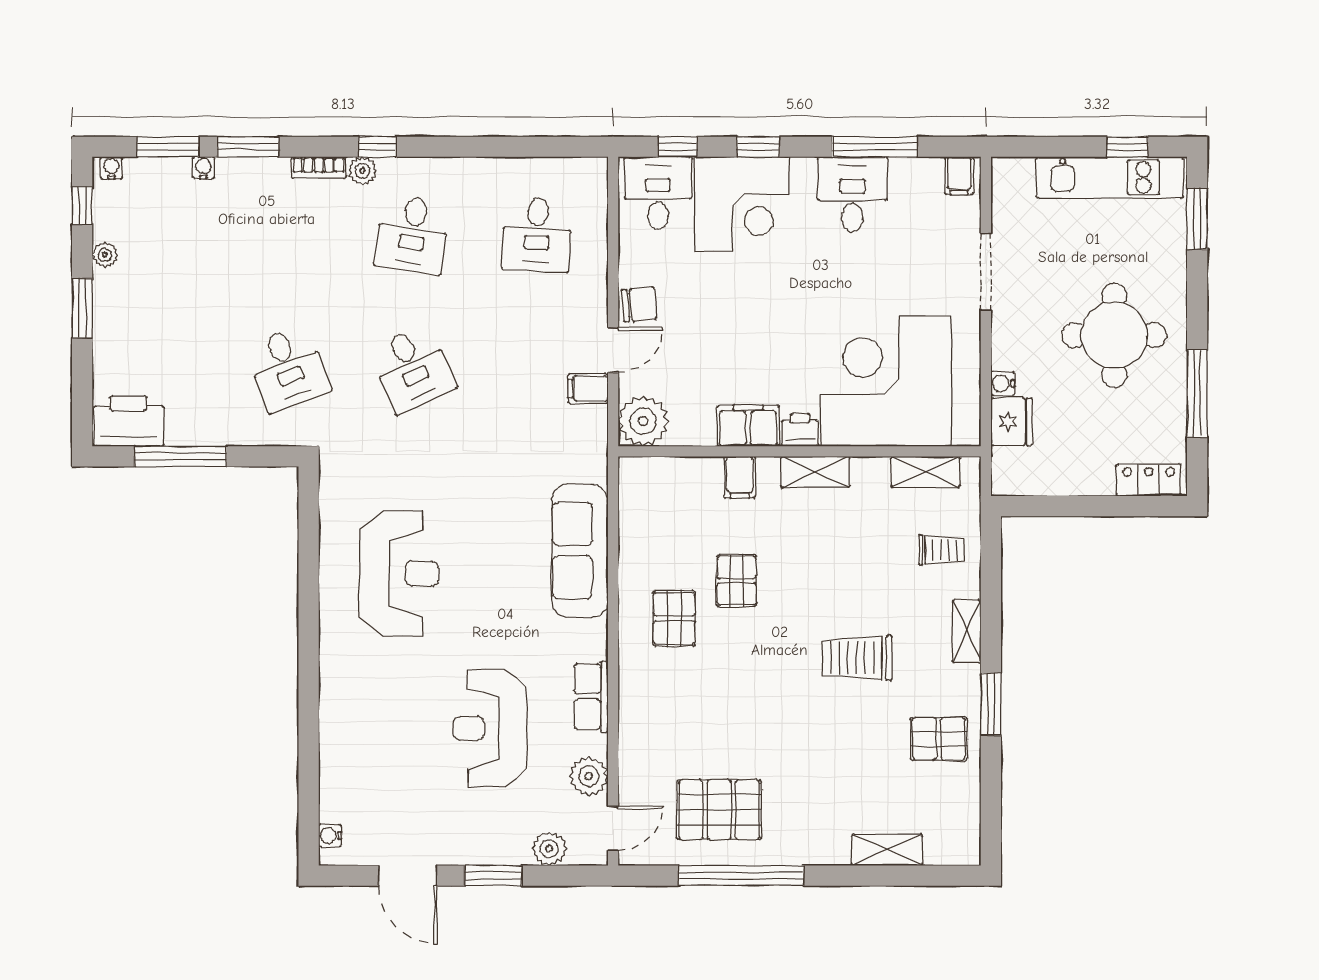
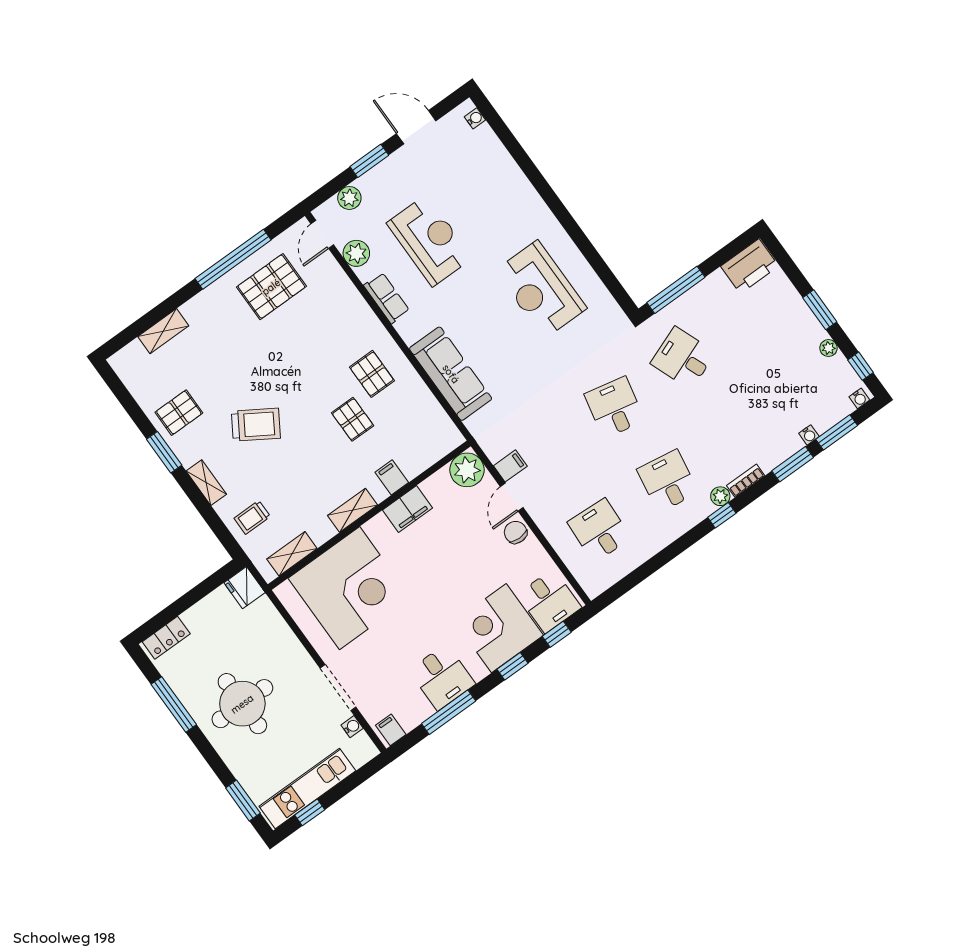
chair: (639, 305) -> (516, 532), turned 95
desk: (412, 369) -> (615, 407), turned 36
water cooler: (1003, 383) -> (352, 727), moved
fridge: (1011, 422) -> (245, 588), moved
printer: (800, 430) -> (377, 527), removed
window: (181, 456) -> (676, 290), moved
trolley: (857, 658) -> (256, 425), turned 32

